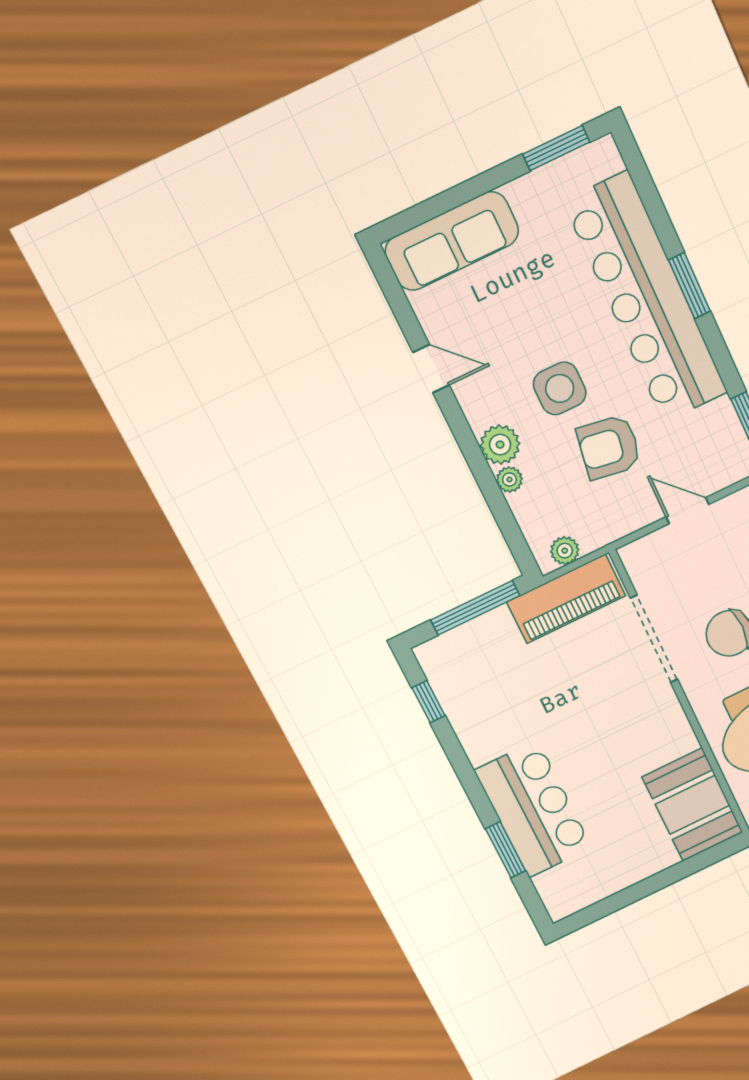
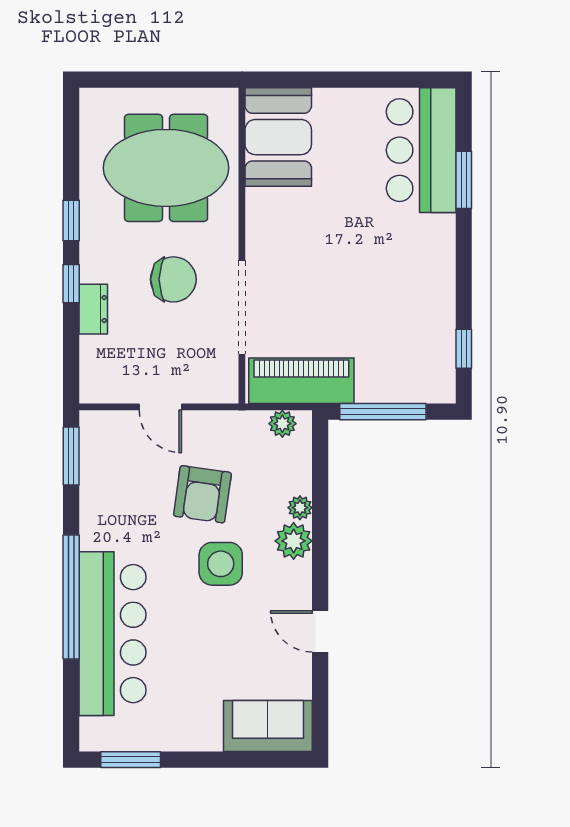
sofa: (452, 241) -> (268, 726), width x0.73
window: (689, 286) -> (71, 597), width x2.11
bar counter: (646, 298) -> (113, 634), width x0.73
armchair: (609, 447) -> (202, 494), turned 89
bar counter: (533, 809) -> (421, 150), moved

